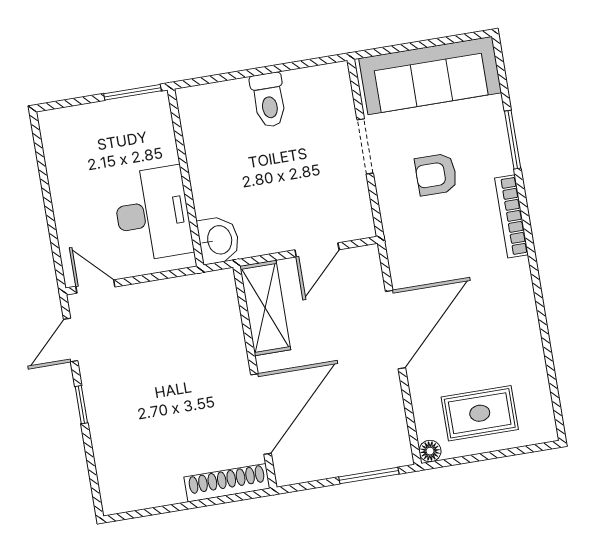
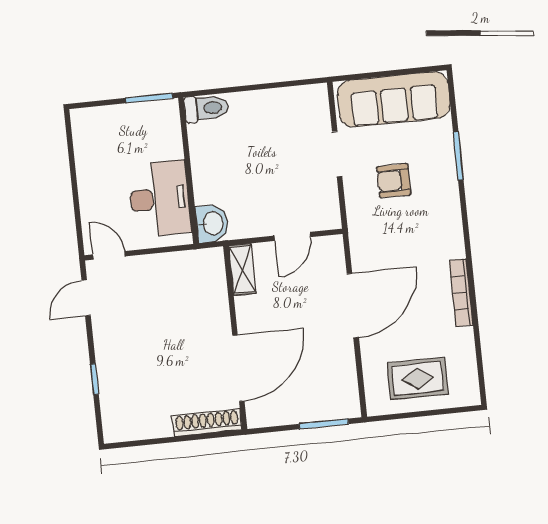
toilet: (269, 100) -> (207, 108), moved, turned -90
bookcase: (511, 216) -> (461, 293), moved
shelving: (265, 308) -> (242, 269), width x0.67, depth x0.75
window: (81, 405) -> (94, 379), moved
floor lamp: (430, 451) -> (375, 407), removed

